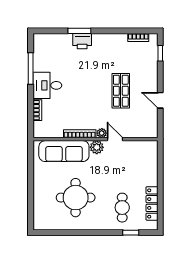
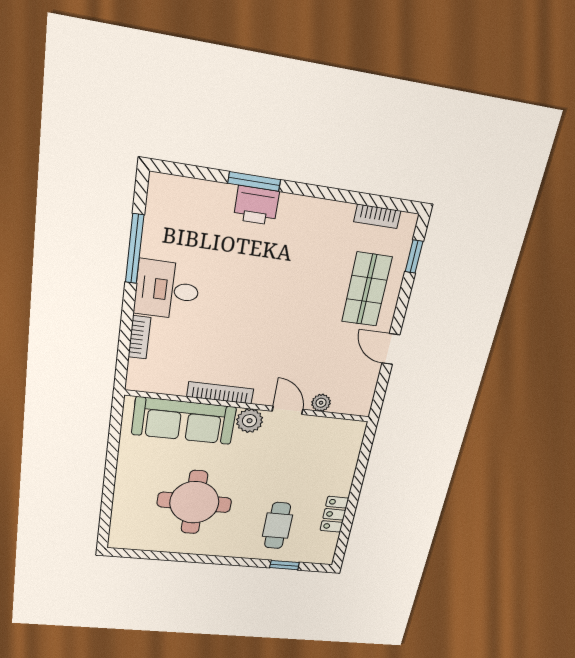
shop shelf: (121, 91) -> (367, 289), moved
plant: (102, 133) -> (321, 403), moved
locker: (152, 204) -> (334, 514), width x0.66

